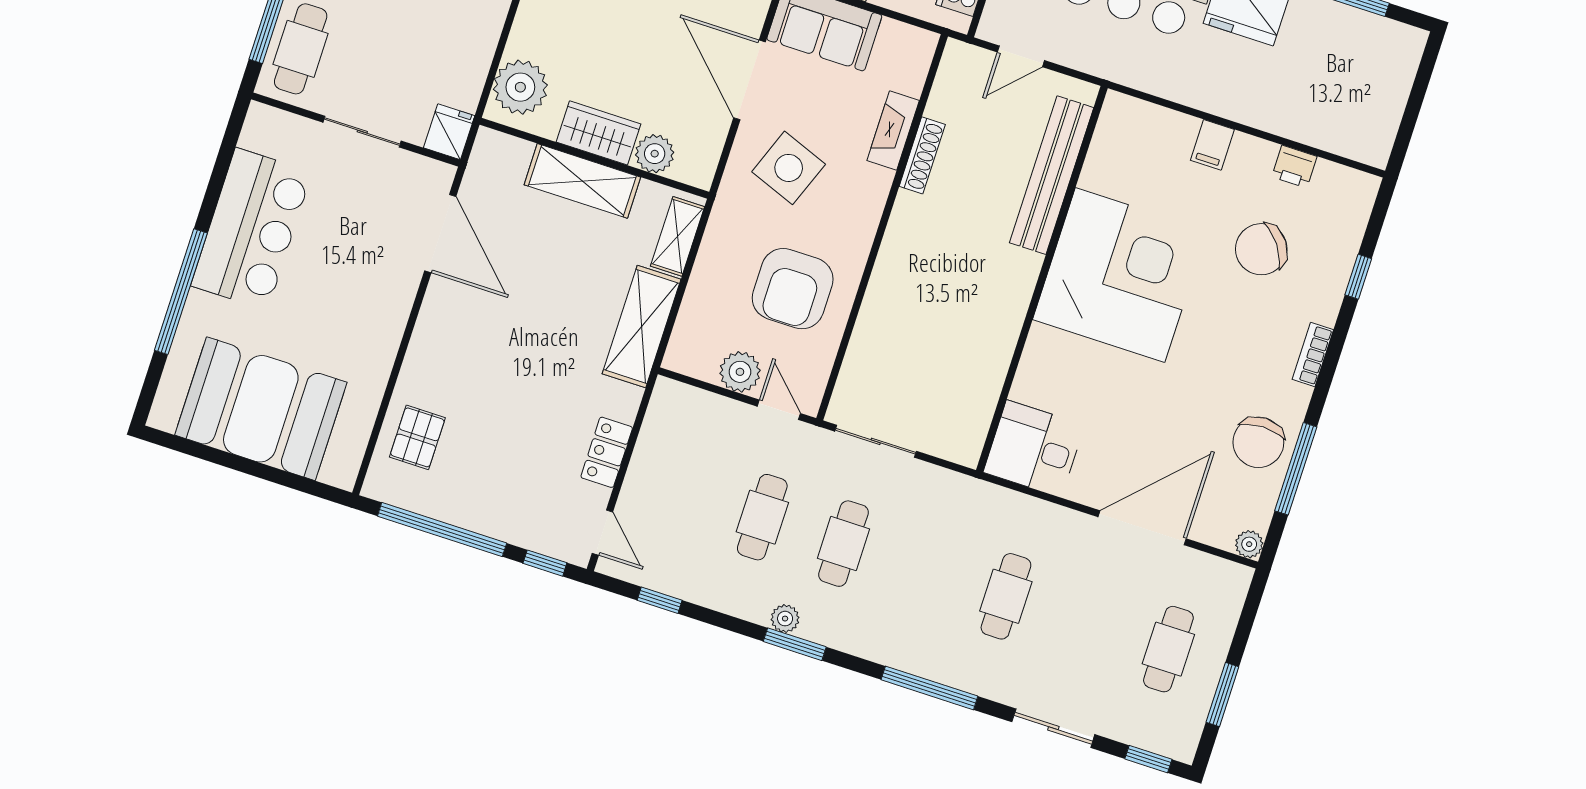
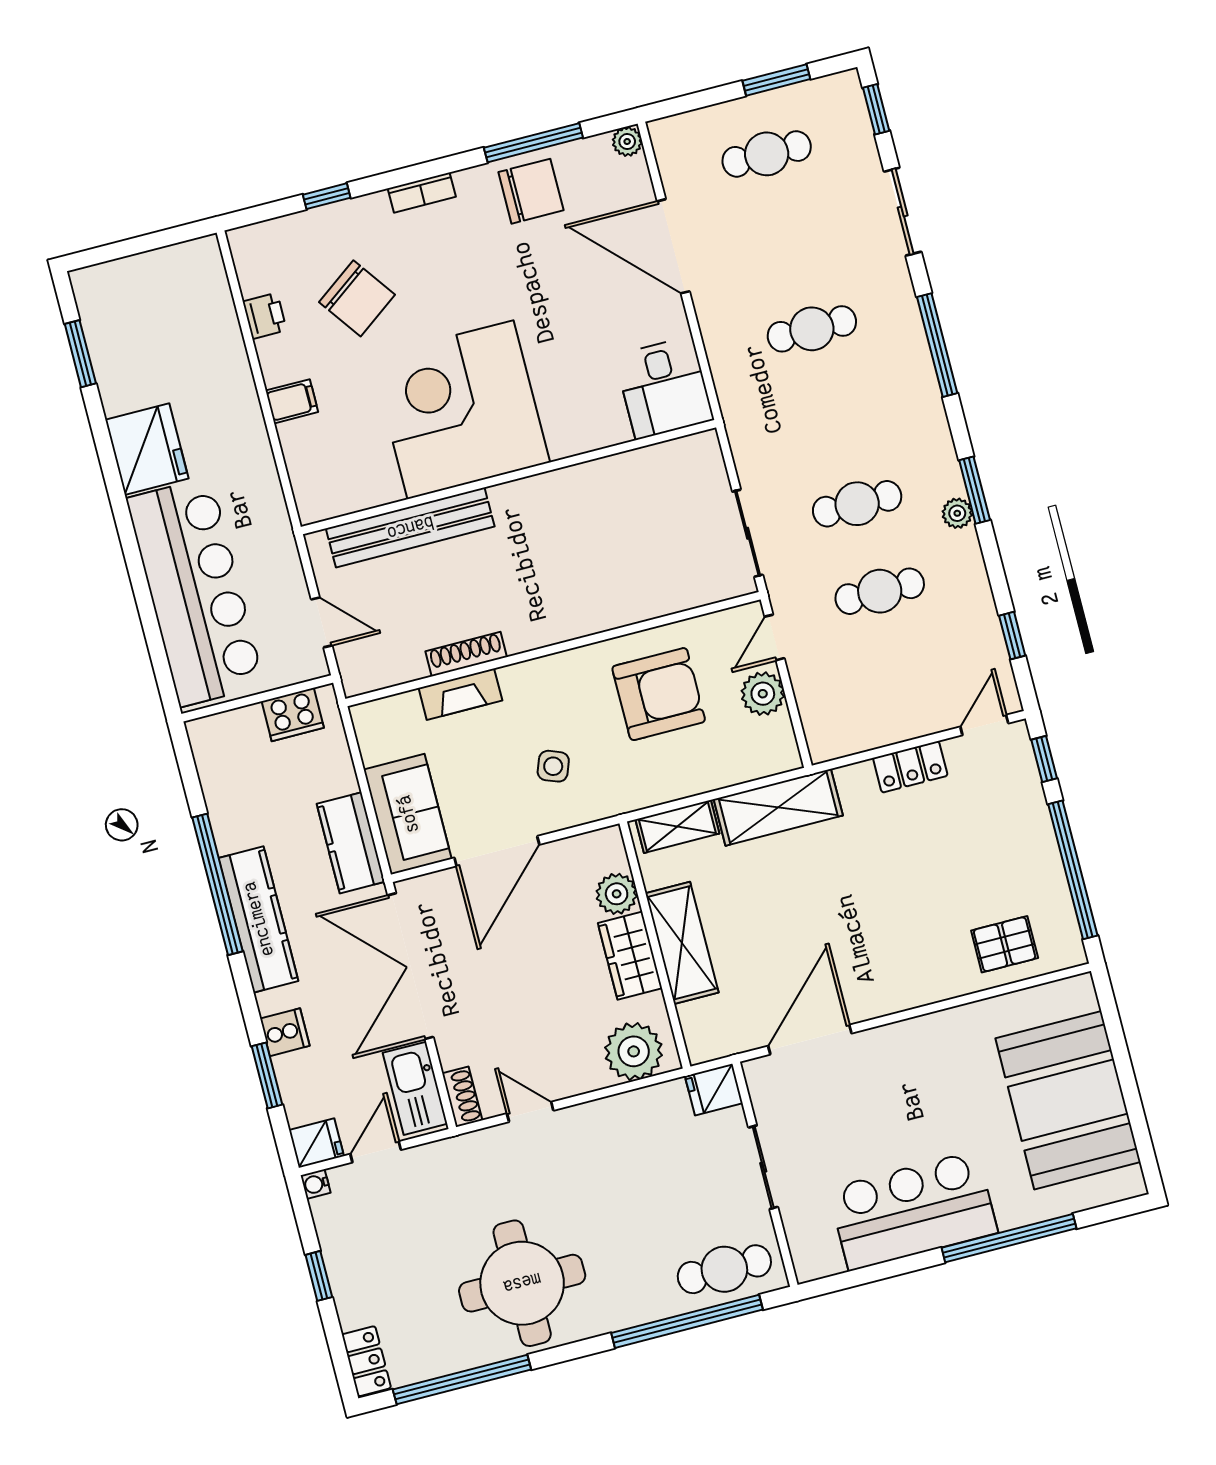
side table: (789, 168) -> (553, 766), width x0.54, depth x0.54

